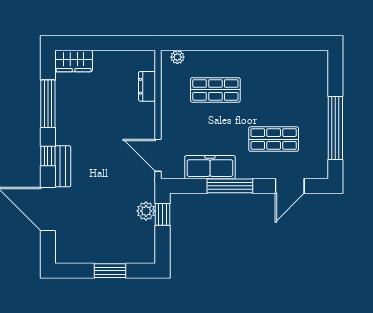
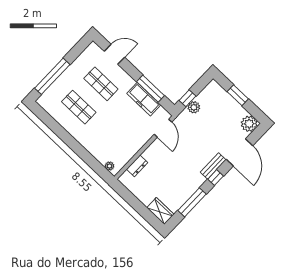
shop shelf: (215, 90) -> (79, 107), moved
window: (335, 128) -> (52, 76), moved
window: (230, 186) -> (150, 89), moved
plant: (67, 251) -> (249, 124), added

